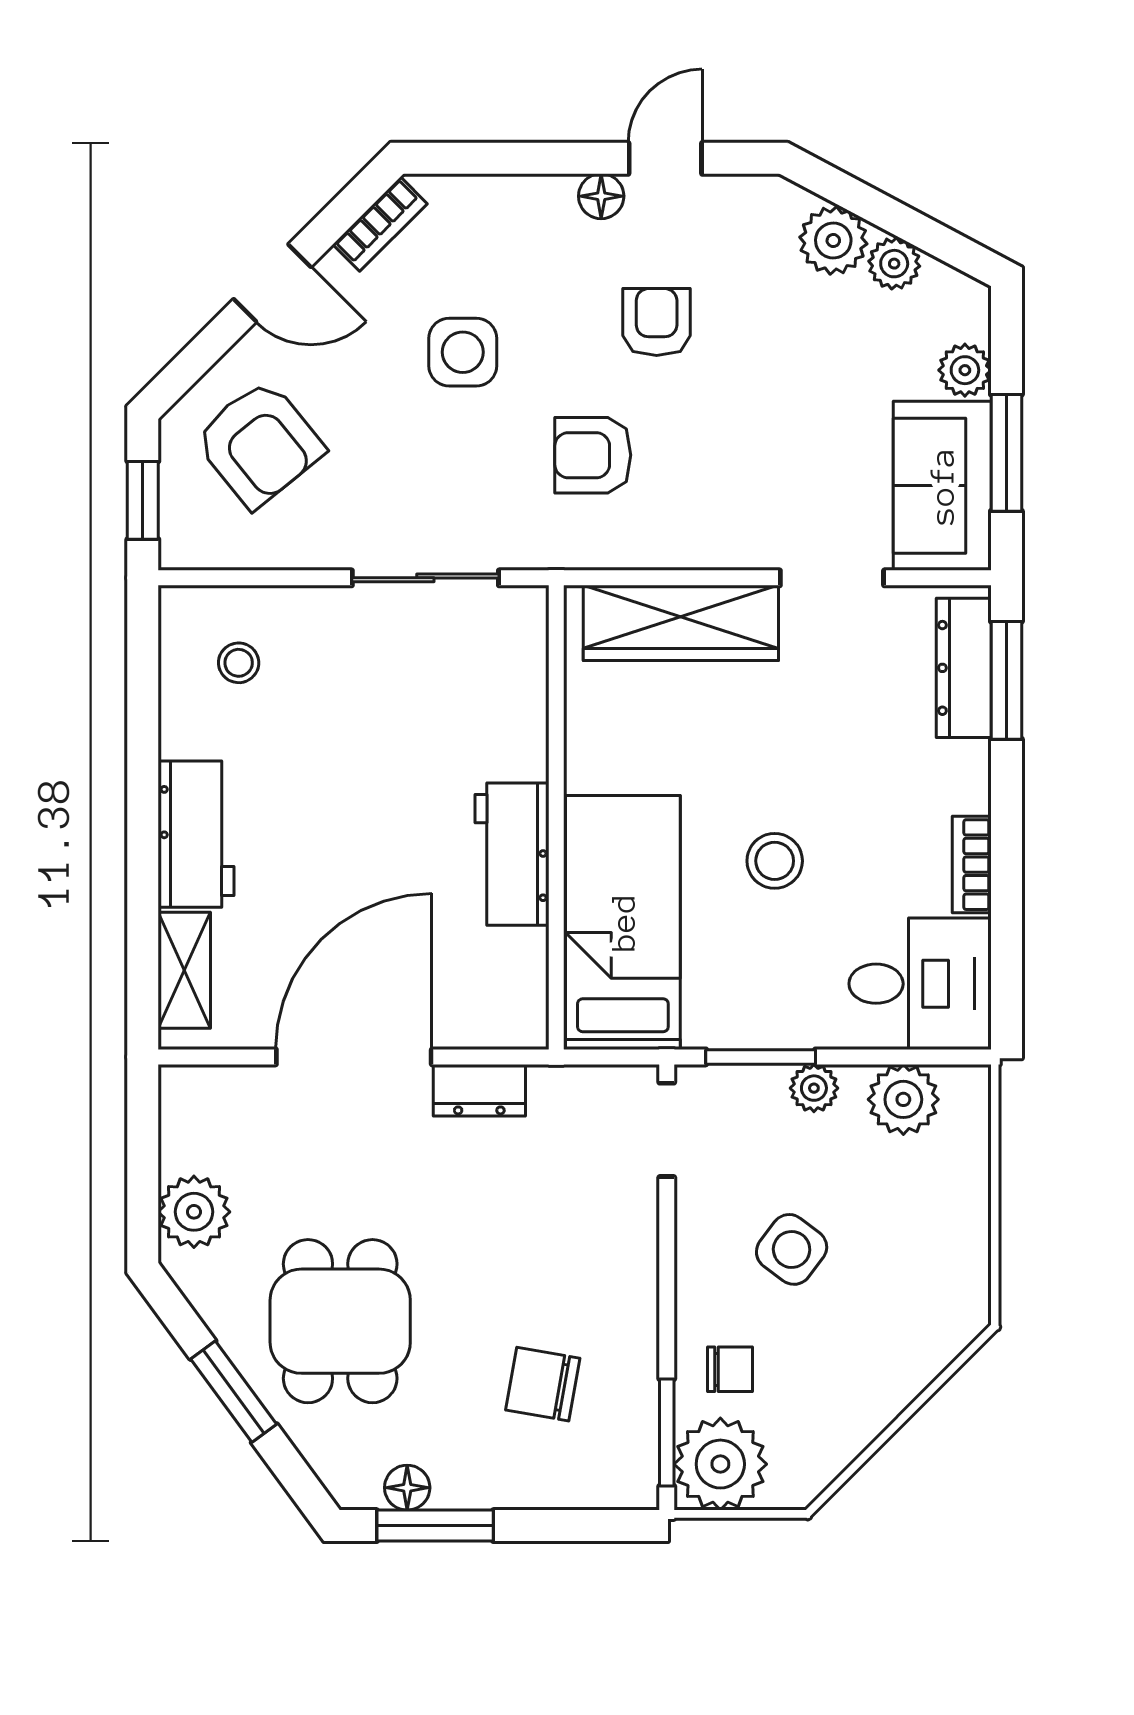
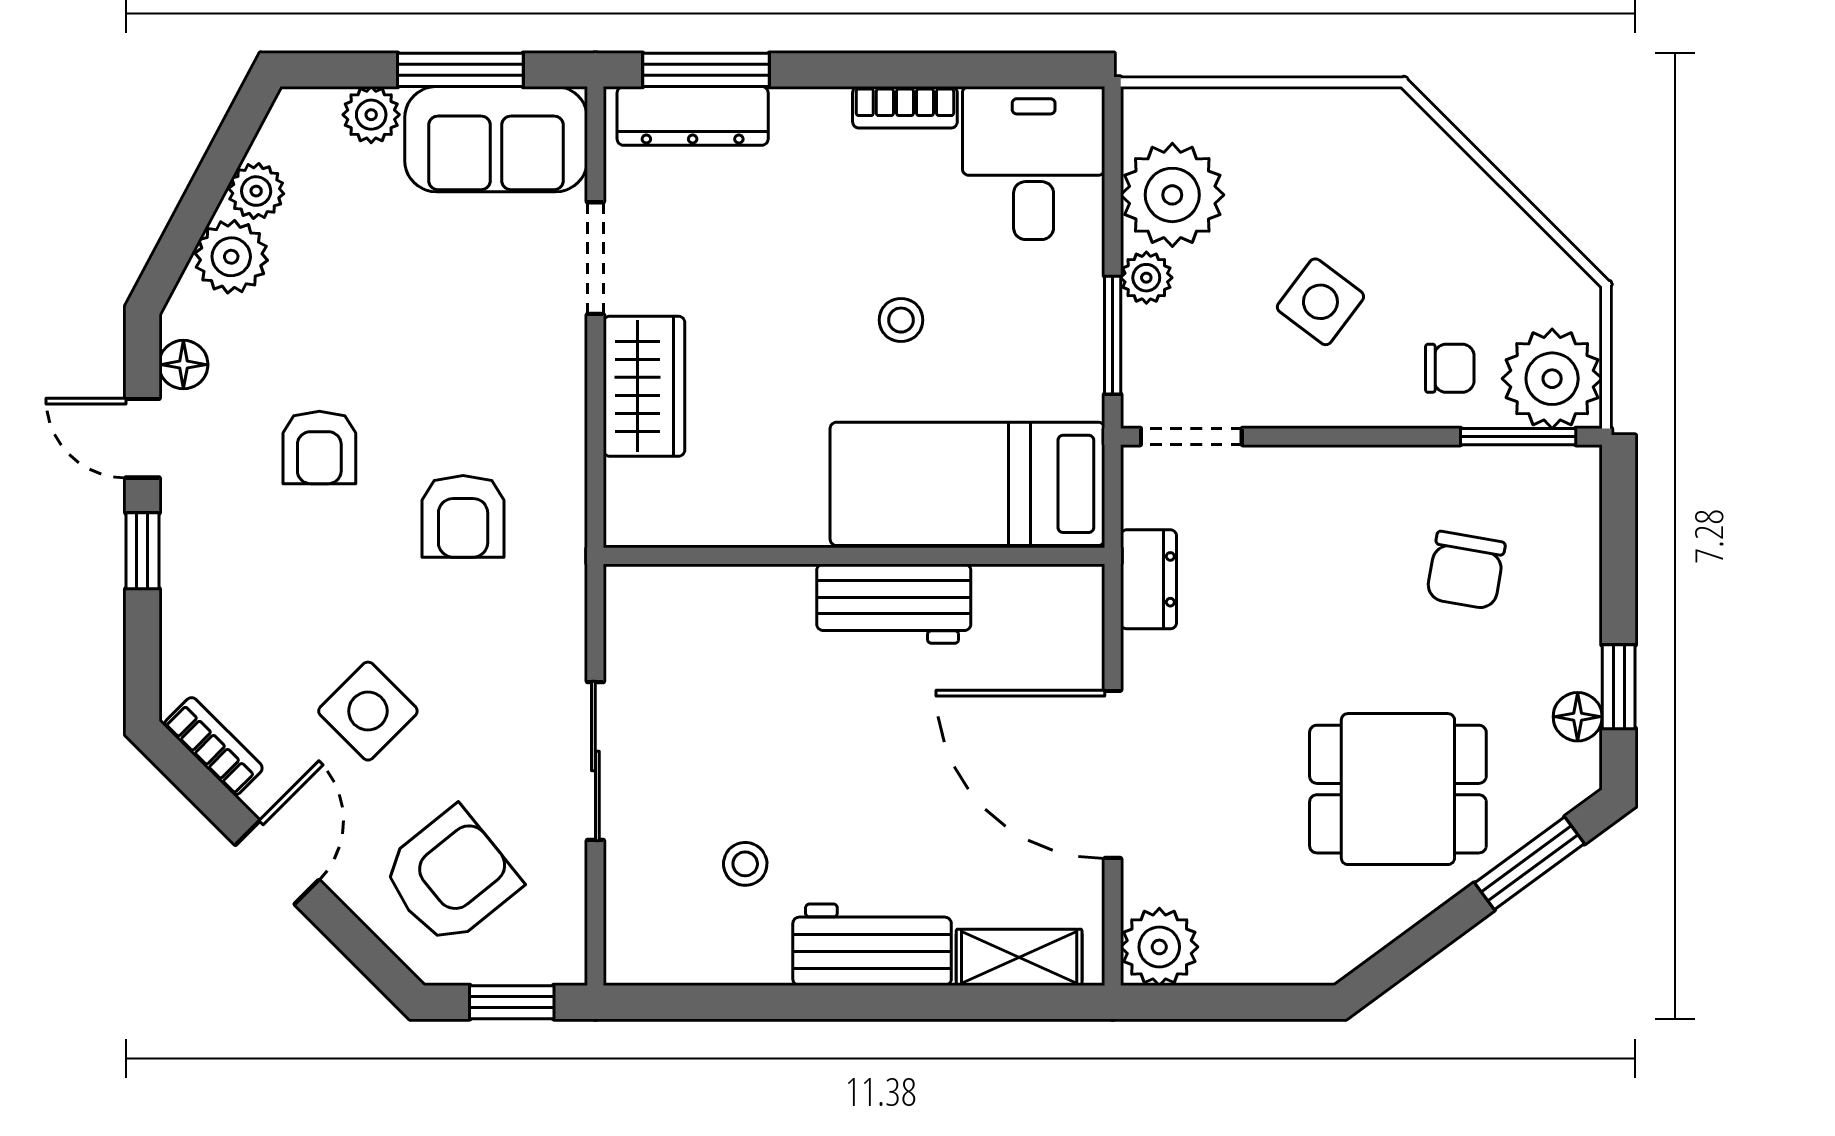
window: (561, 158) -> (142, 551), added
floor lamp: (601, 196) -> (183, 365), moved
armchair: (657, 322) -> (319, 448), turned -90
side table: (463, 352) -> (368, 711), moved, turned 45
sliding door: (425, 578) -> (595, 761), moved
wardrobe: (681, 623) -> (644, 386), width x0.67
stool: (239, 663) -> (745, 864), moved
stool: (775, 861) -> (901, 320), width x0.73, depth x0.73
dresser: (479, 1090) -> (1149, 579), moved
plant: (903, 1099) -> (1172, 195), width x1.36, depth x1.36
plant: (194, 1212) -> (1159, 947), moved
chair: (730, 1369) -> (1450, 368), turned 90
window: (234, 1392) -> (1530, 863), moved
window: (435, 1526) -> (1619, 687), width x0.67

